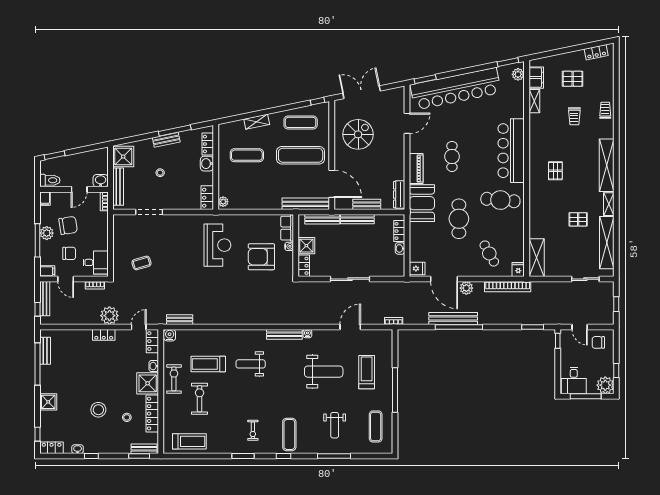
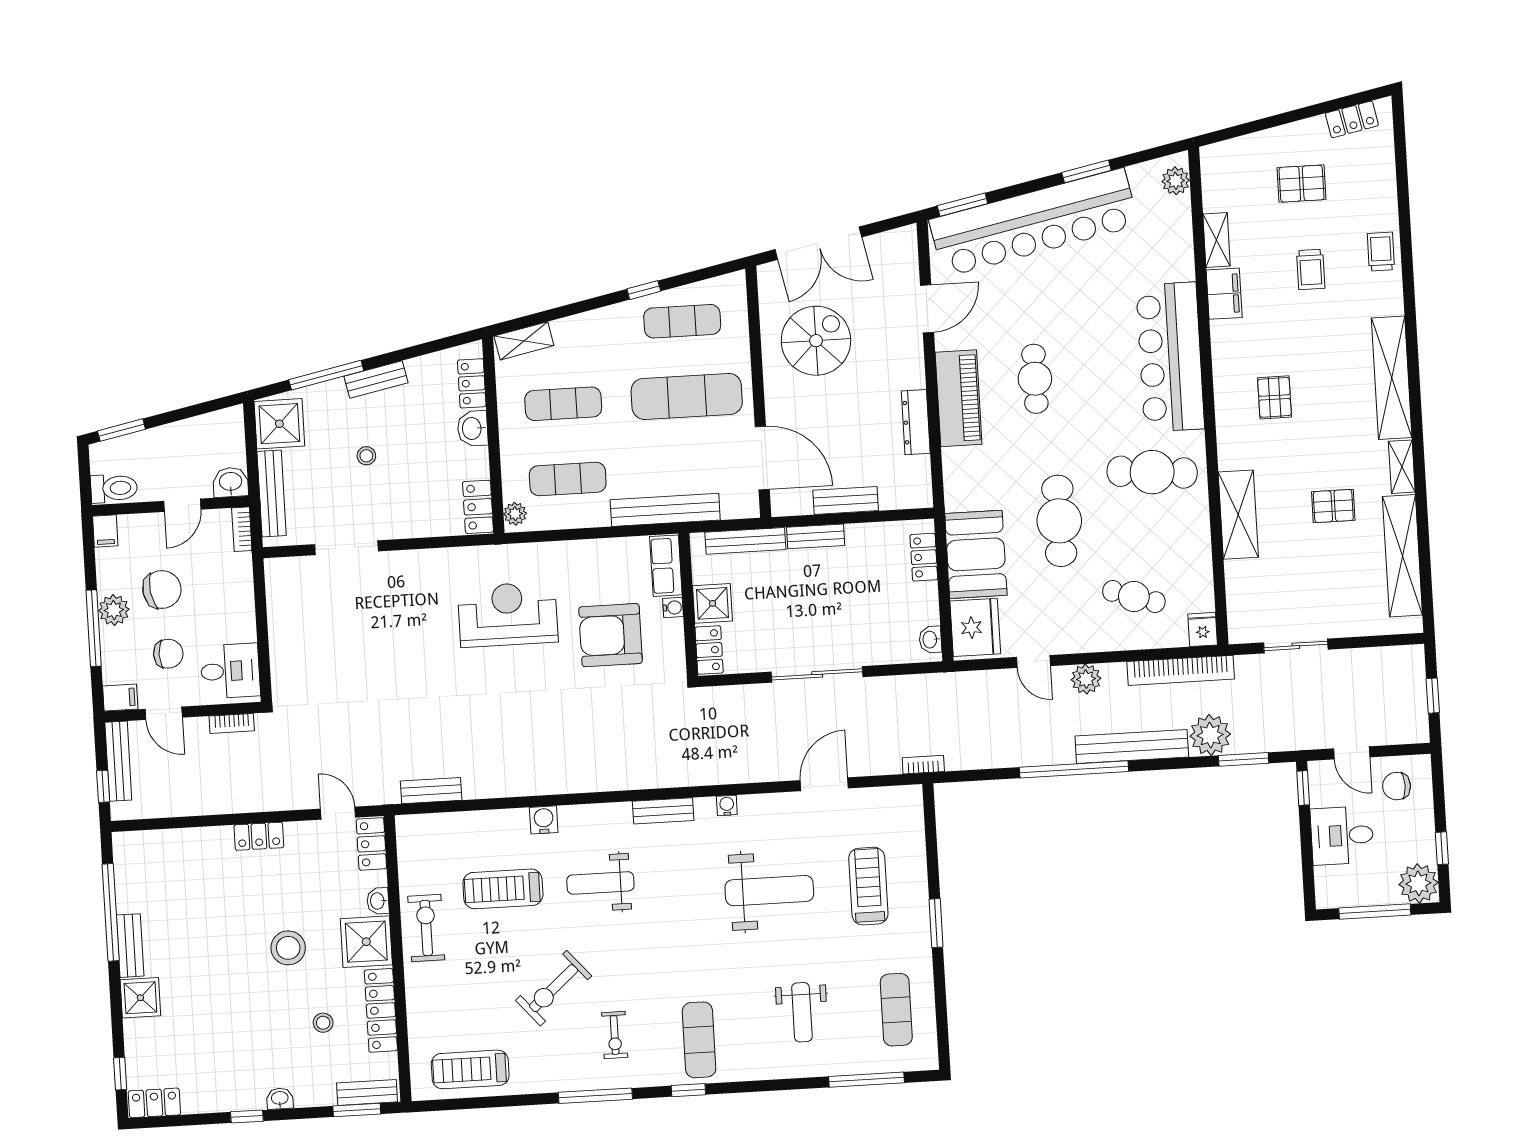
window: (508, 62) -> (1086, 171), moved
filing cabinet: (536, 78) -> (1224, 294), moved
double door: (362, 92) -> (818, 243), swing flipped
window: (318, 101) -> (644, 290), moved
shelving: (257, 122) -> (524, 341), moved
window: (175, 131) -> (326, 375), moved
piano: (416, 169) -> (959, 398), width x1.37, depth x1.33
exercise mat: (247, 188) -> (568, 479), added
dresser: (399, 195) -> (916, 422), moved
booth: (422, 203) -> (976, 554), moved
bench: (306, 204) -> (665, 510), moved
bench: (357, 219) -> (816, 536), width x0.73
reception desk: (217, 245) -> (508, 614), turned -90
washbasin: (400, 248) -> (930, 640), moved
cafe table: (489, 253) -> (1134, 596), turned -43
shelving: (537, 258) -> (1238, 515), moved
coffee table: (141, 263) -> (336, 666), removed
fridge: (417, 268) -> (975, 627), width x1.88, depth x1.34
door: (444, 279) -> (1033, 662), width x0.53
sliding door: (585, 279) -> (1296, 646), moved
plant: (109, 316) -> (1210, 735), moved
bench: (453, 318) -> (1132, 747), moved
door: (139, 327) -> (338, 813), hinge flipped
bench: (284, 334) -> (663, 811), width x0.73
water cooler: (170, 335) -> (544, 820), moved
bench: (45, 351) -> (130, 946), moved
desk: (574, 381) -> (1342, 836), moved, turned 90
window: (395, 390) -> (936, 923), width x0.47
exercise bike: (200, 399) -> (554, 988), moved, turned -131
stool: (98, 410) -> (288, 948), moved
treadmill: (189, 441) -> (470, 1069), turned 180
washbasin: (78, 449) -> (280, 1099), moved
window: (243, 456) -> (595, 1096), width x1.44
window: (334, 456) -> (866, 1080), moved

